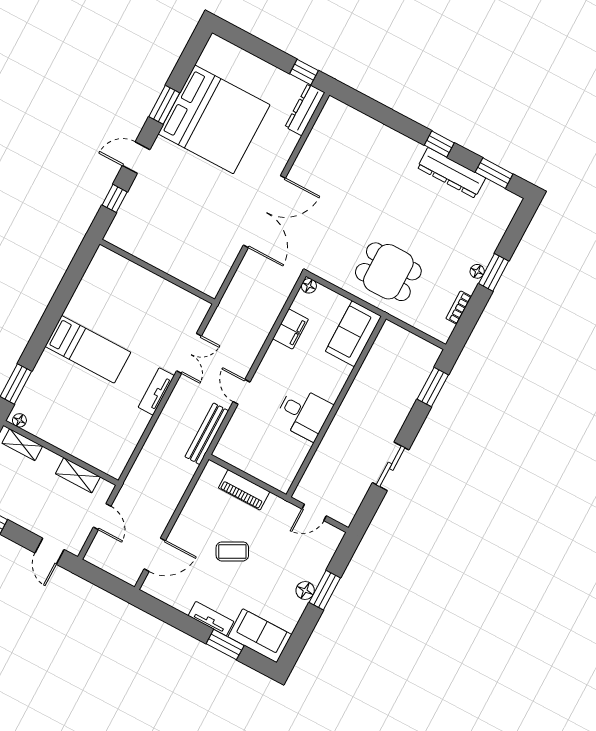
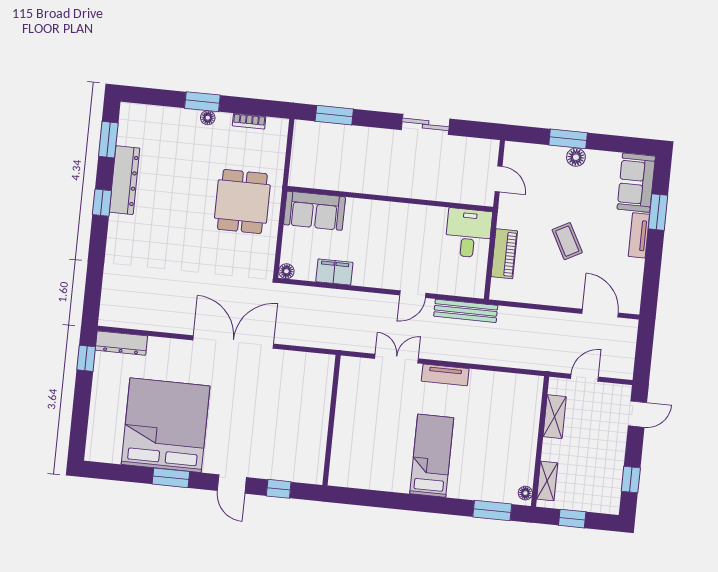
desk: (304, 413) -> (468, 233), moved

